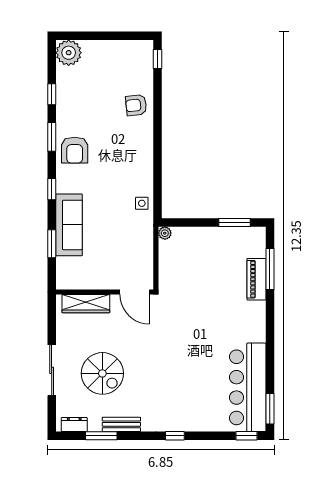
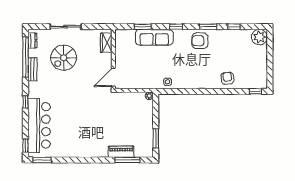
wardrobe: (86, 304) -> (106, 43), width x0.67
bar counter: (248, 387) -> (39, 125), moved, turned 90
window: (101, 436) -> (25, 57), width x2.11

